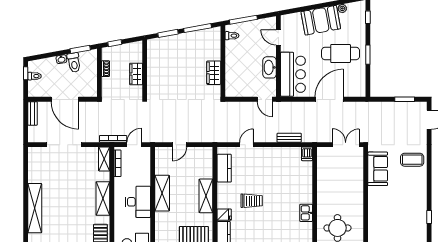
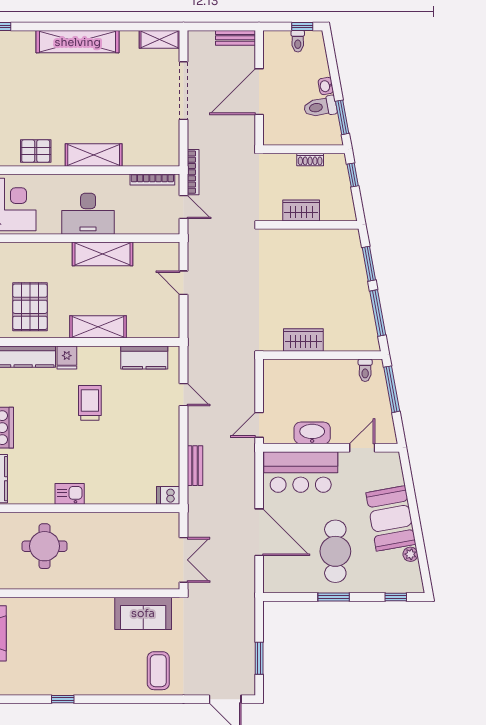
shelving: (104, 159) -> (160, 39), moved
trolley: (252, 201) -> (90, 403), turned 180

